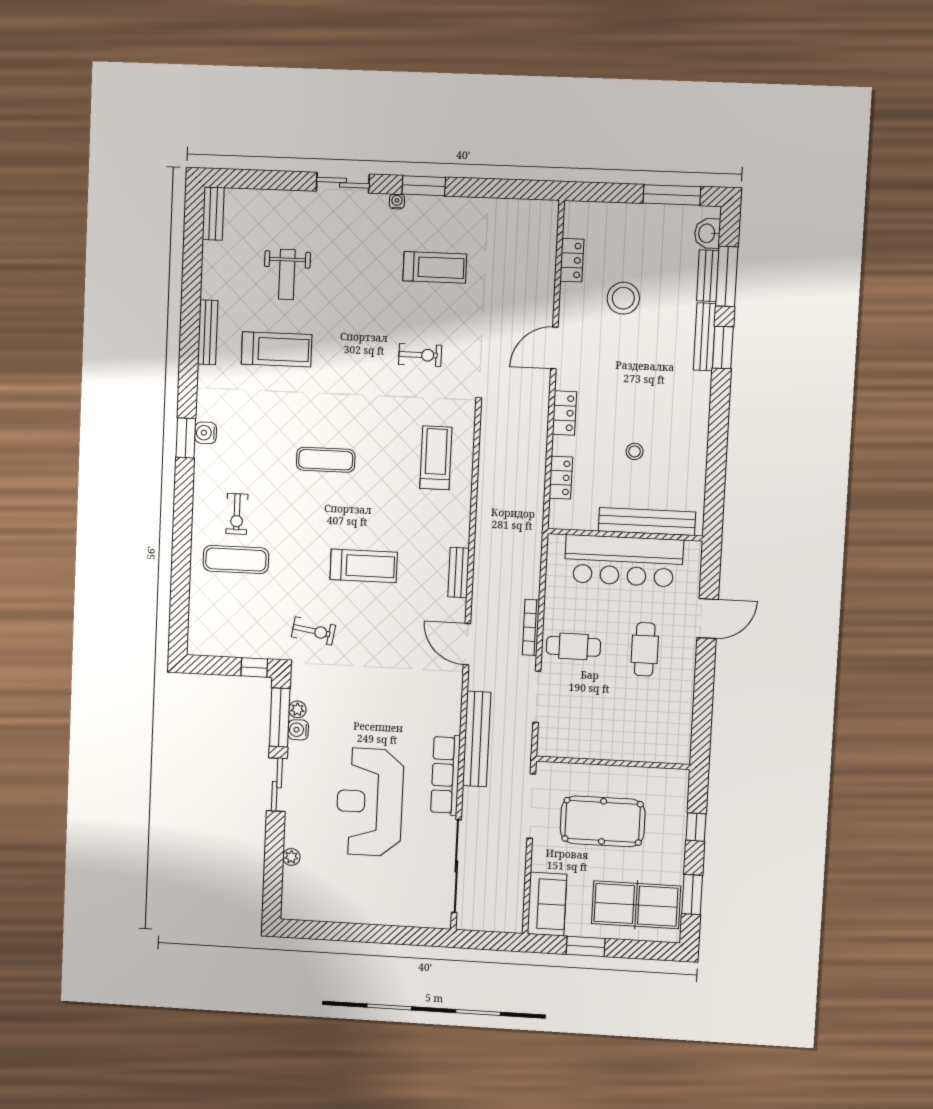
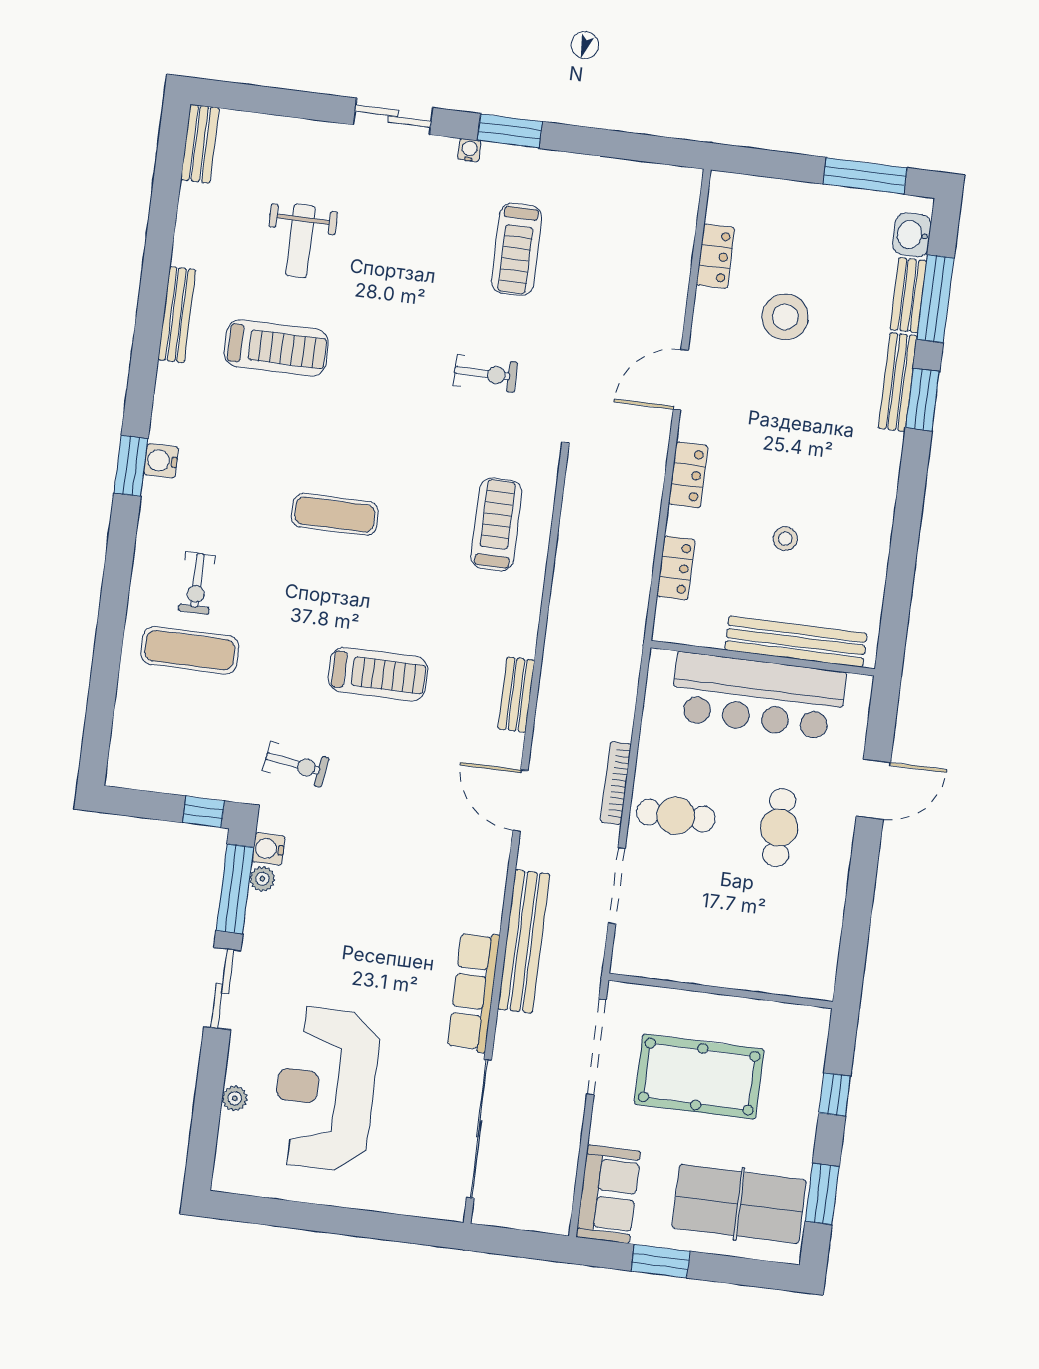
treadmill: (435, 267) -> (517, 249), turned 90
water cooler: (298, 730) -> (268, 849), moved
reception desk: (370, 802) -> (325, 1089), moved

